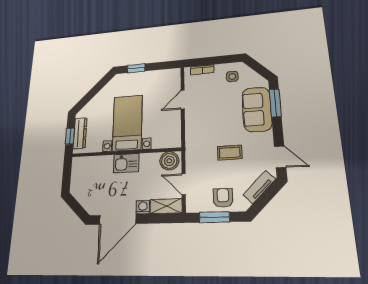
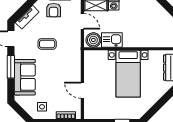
door: (183, 100) -> (82, 90), swing flipped
window: (275, 103) -> (11, 67), moved
kitchen sink: (126, 163) -> (112, 40), moved

